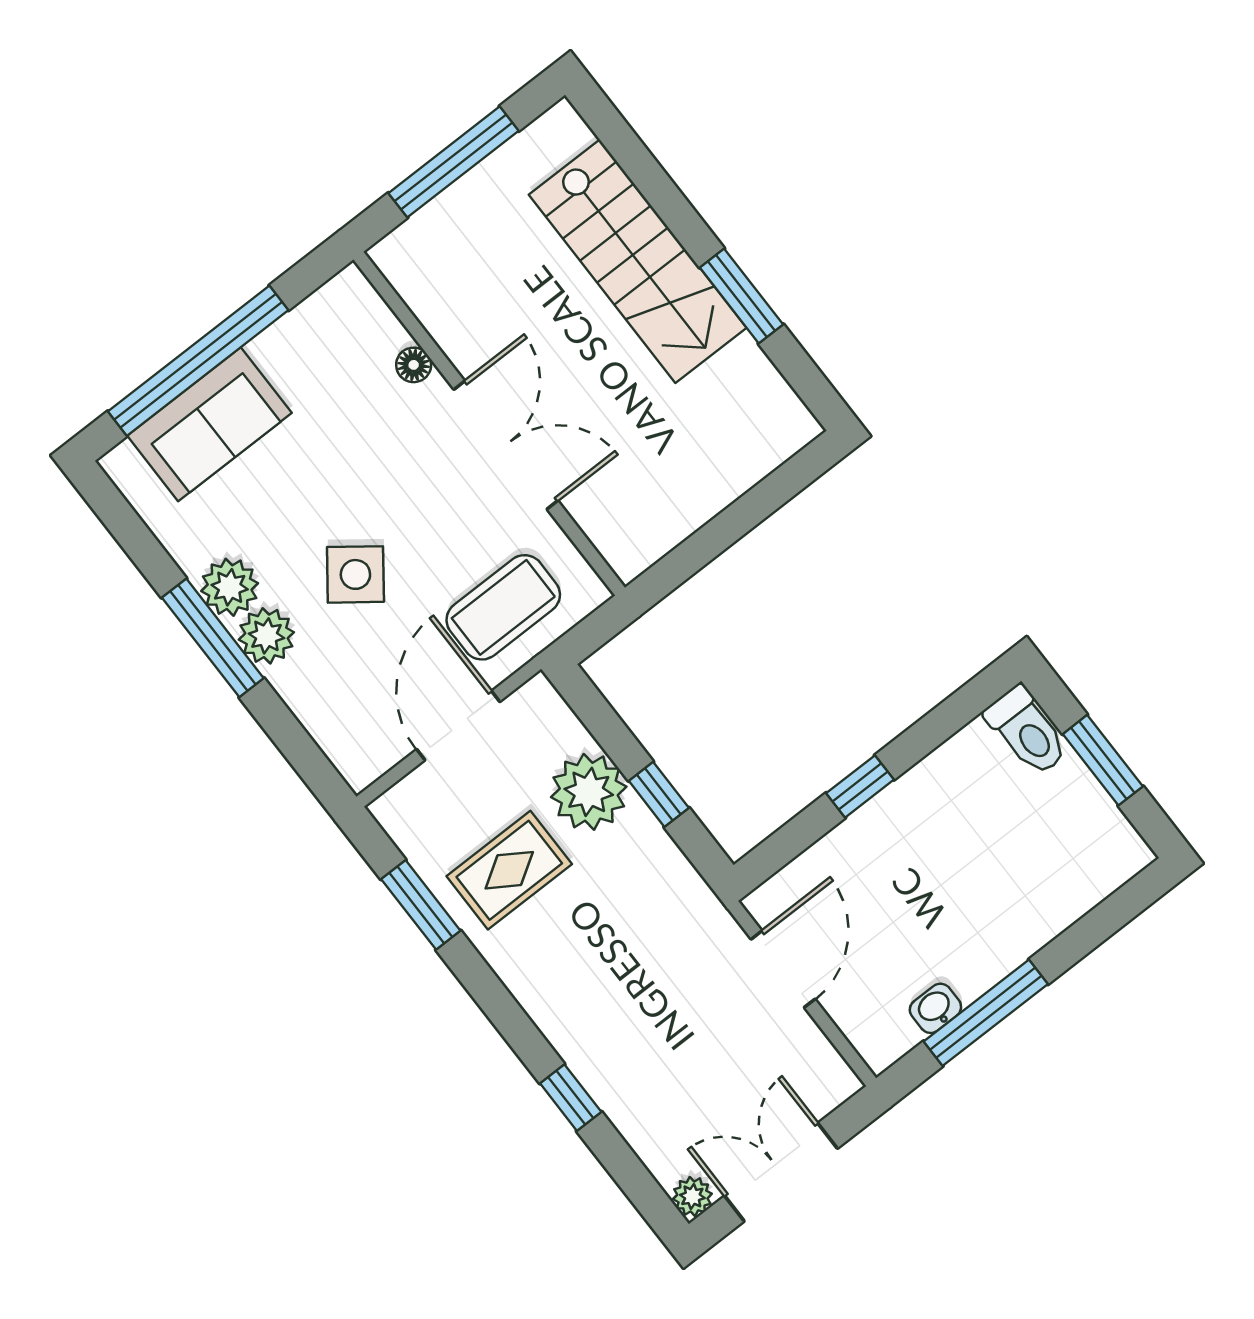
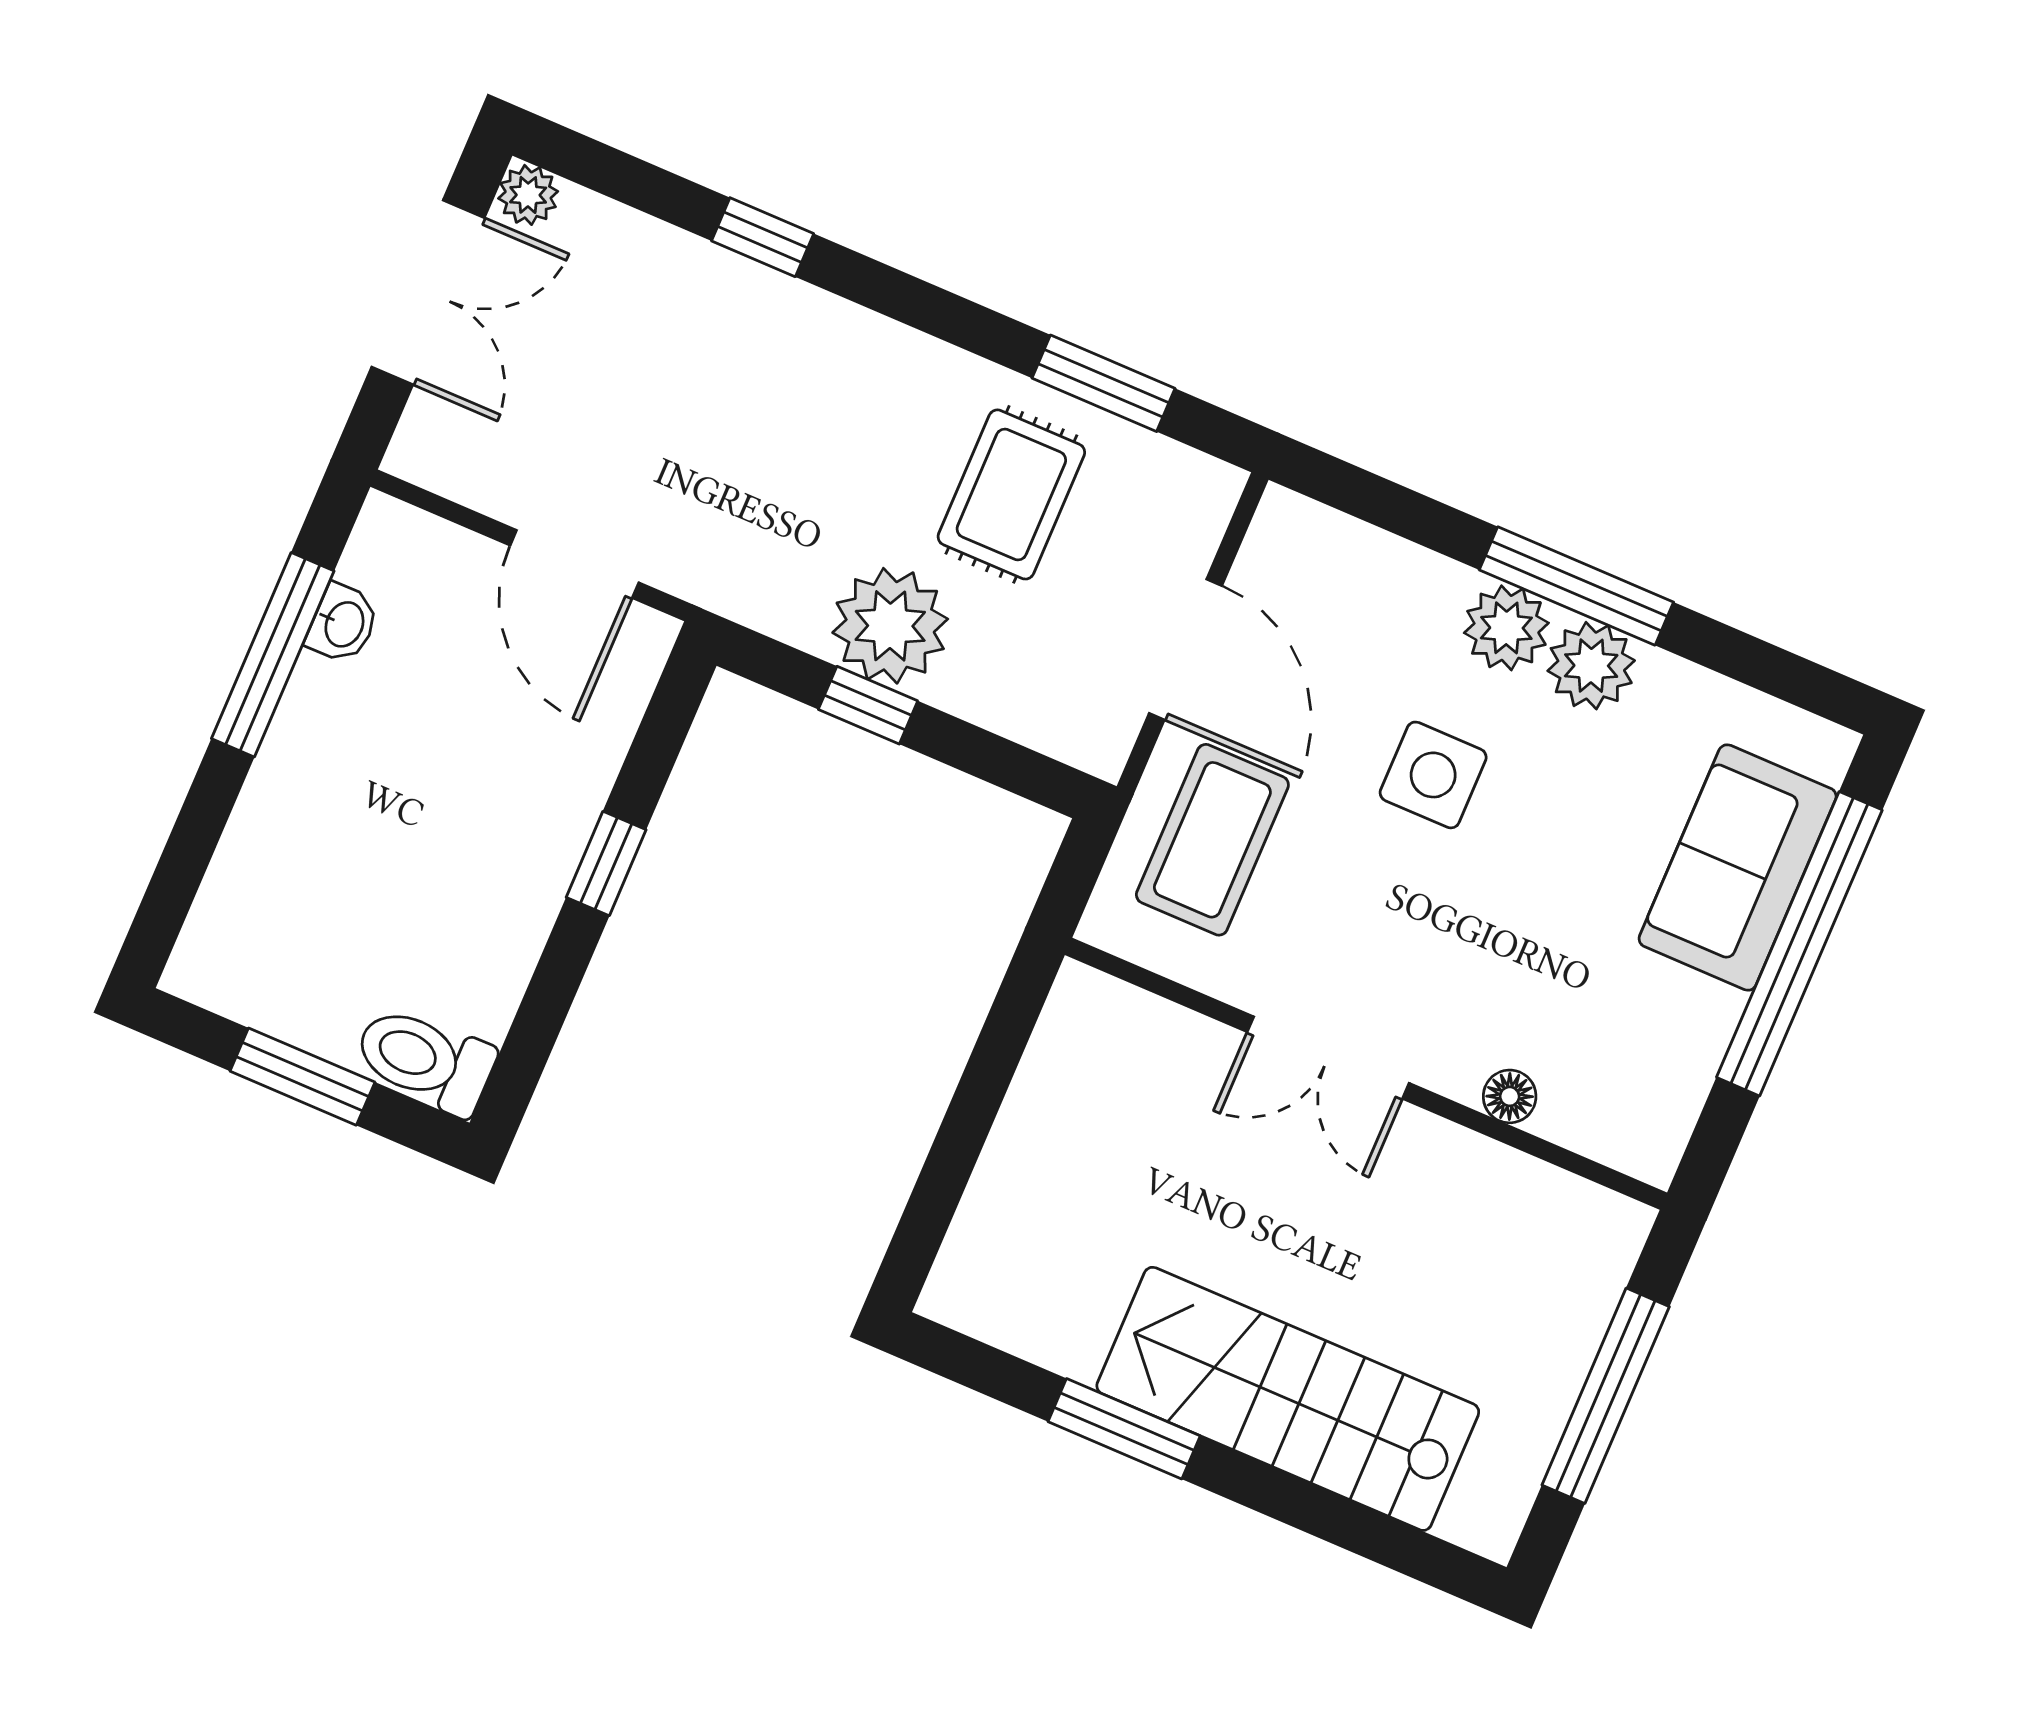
double door: (506, 445) -> (1328, 1058), width x0.73
side table: (355, 574) -> (1433, 775), turned -37
plant: (589, 792) -> (890, 626), moved

